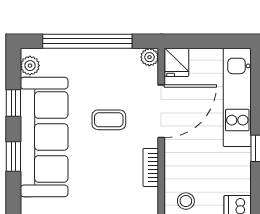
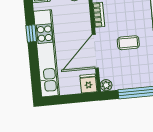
kitchen unit: (237, 97) -> (47, 53), width x1.36

